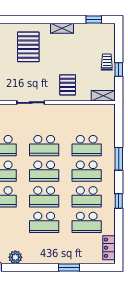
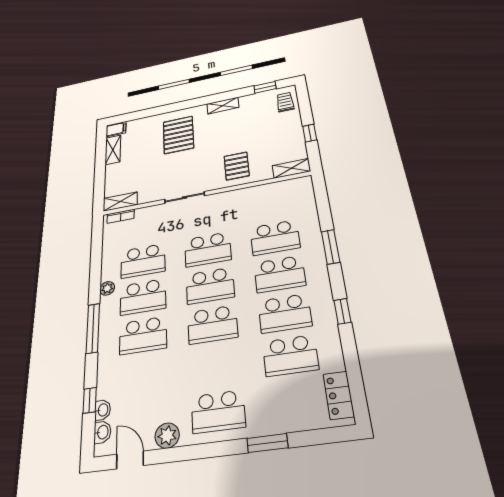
trolley: (107, 62) -> (285, 102), moved
school desk: (44, 222) -> (218, 412), moved

